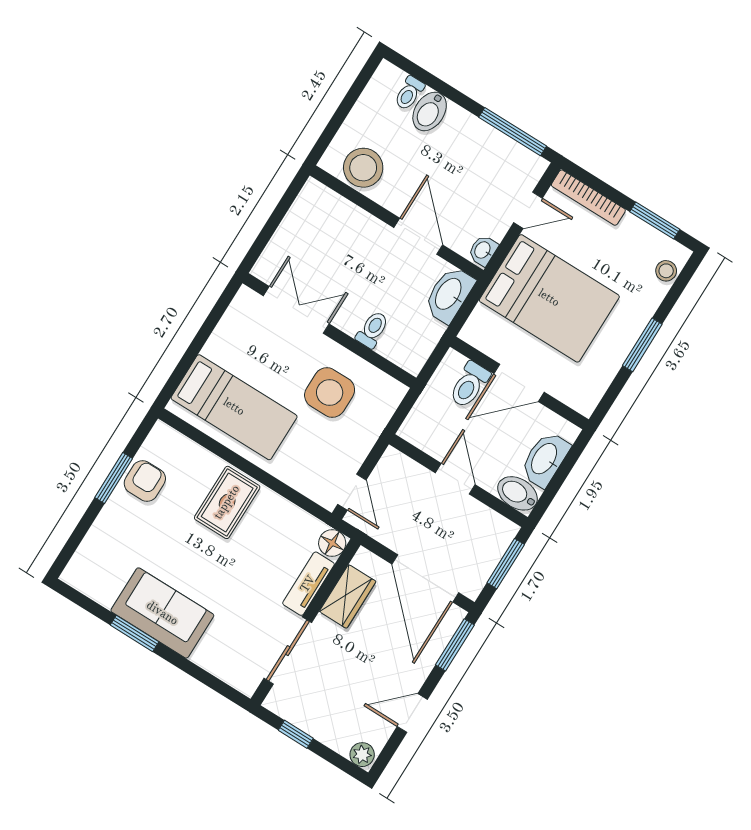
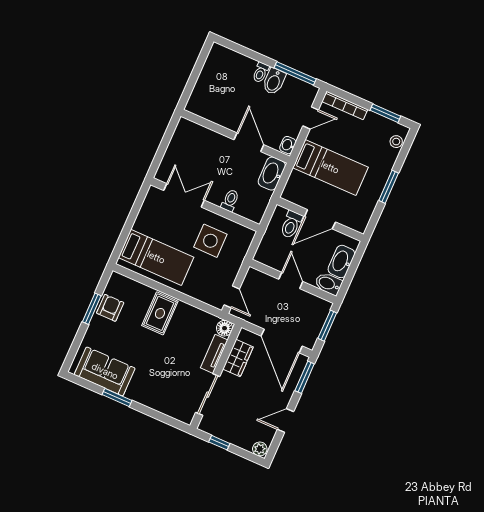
toilet: (409, 93) -> (261, 72), moved
bidet: (430, 111) -> (274, 81), moved
stool: (363, 168) -> (211, 107), removed
bed: (549, 298) -> (330, 167), width x0.67
sofa: (162, 613) -> (105, 371), moved

